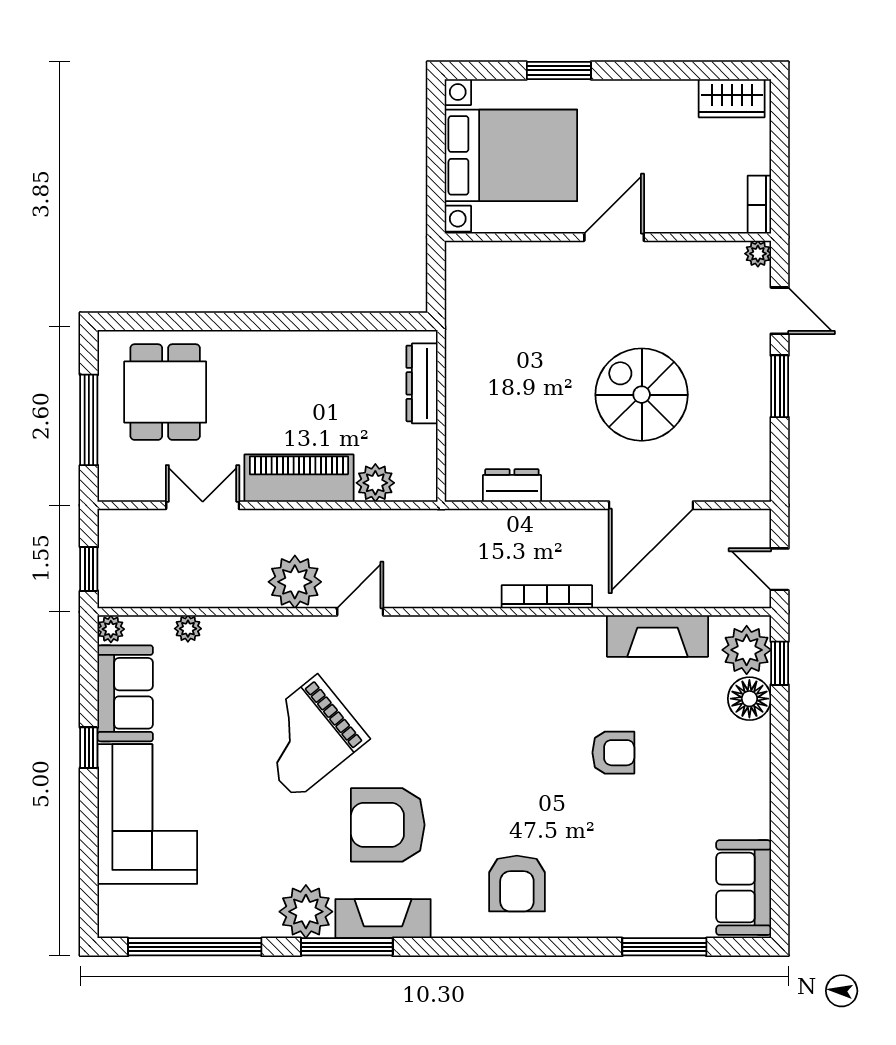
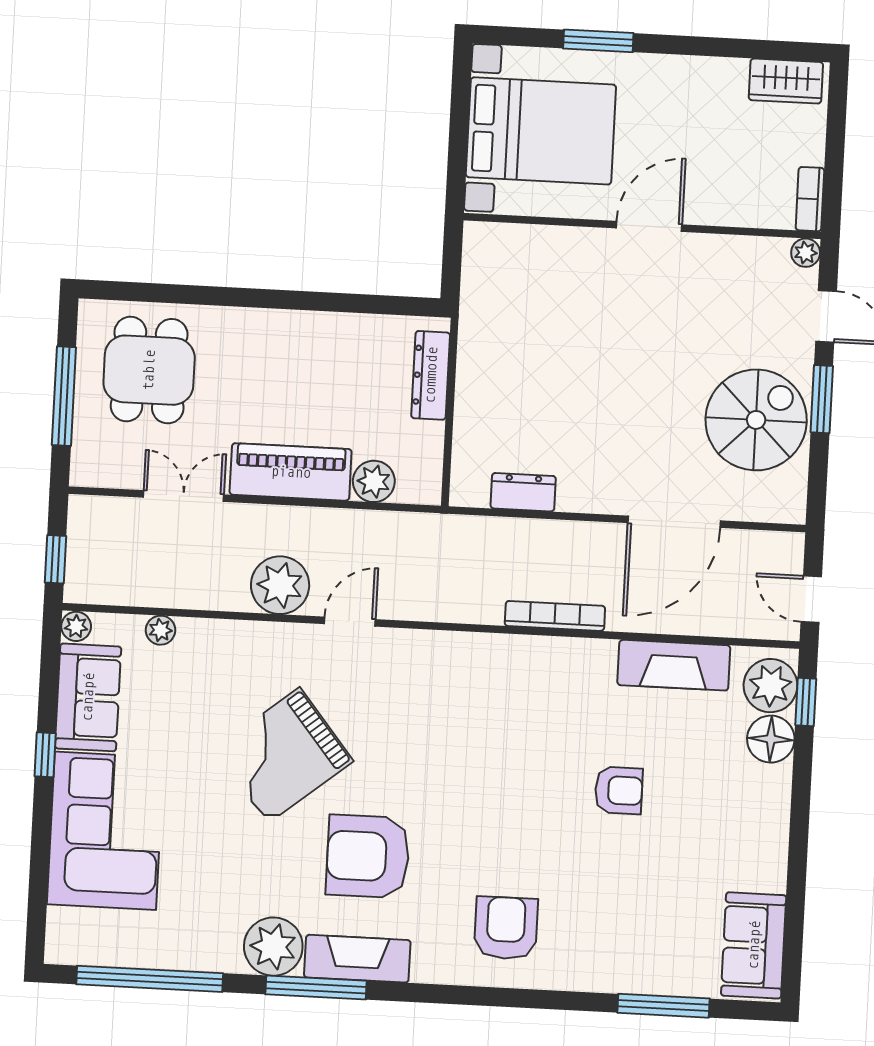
spiral stairs: (642, 395) -> (756, 420), moved, turned 90
armchair: (517, 884) -> (506, 928), turned 180

